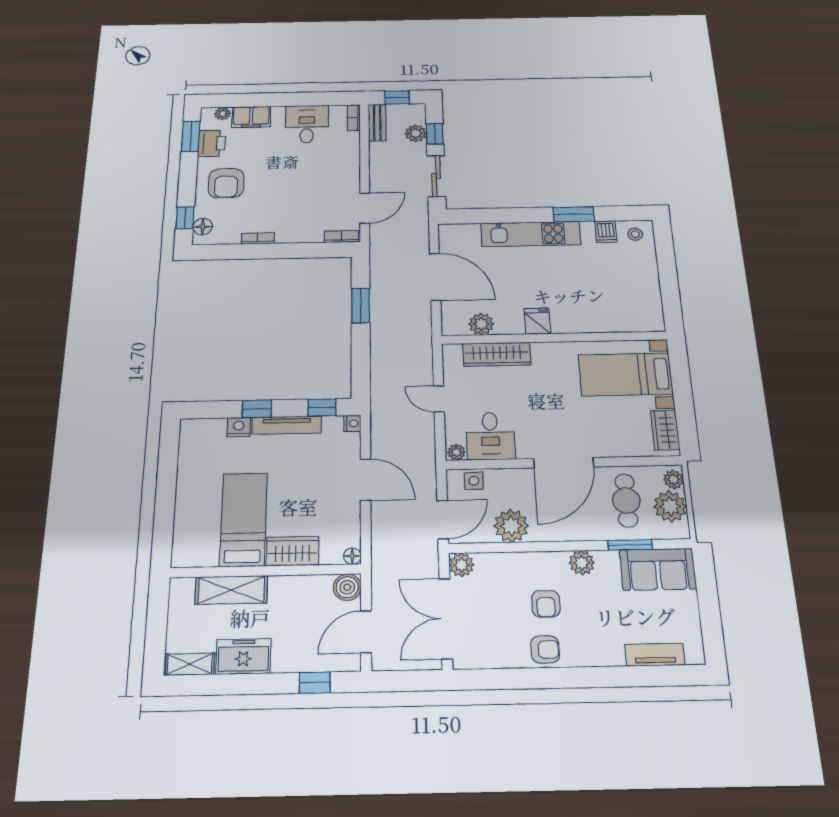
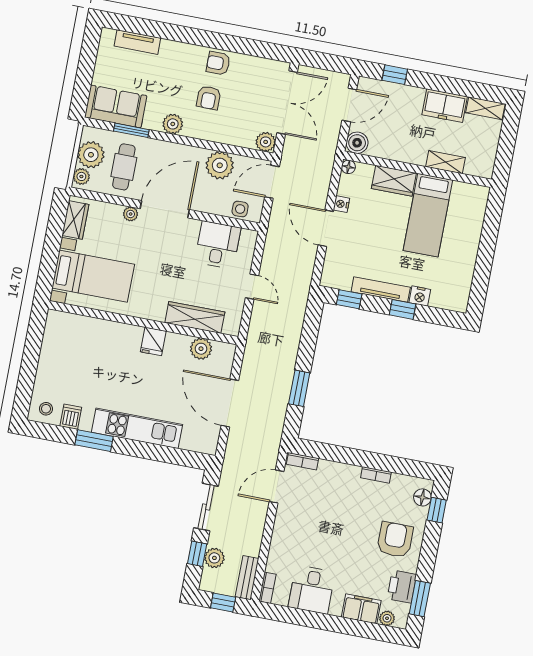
nightstand: (352, 423) -> (341, 204), moved
plant: (456, 452) -> (131, 214), moved
shelving: (231, 590) -> (446, 162), width x0.67, depth x0.75
armchair: (546, 604) -> (209, 98), turned 180

